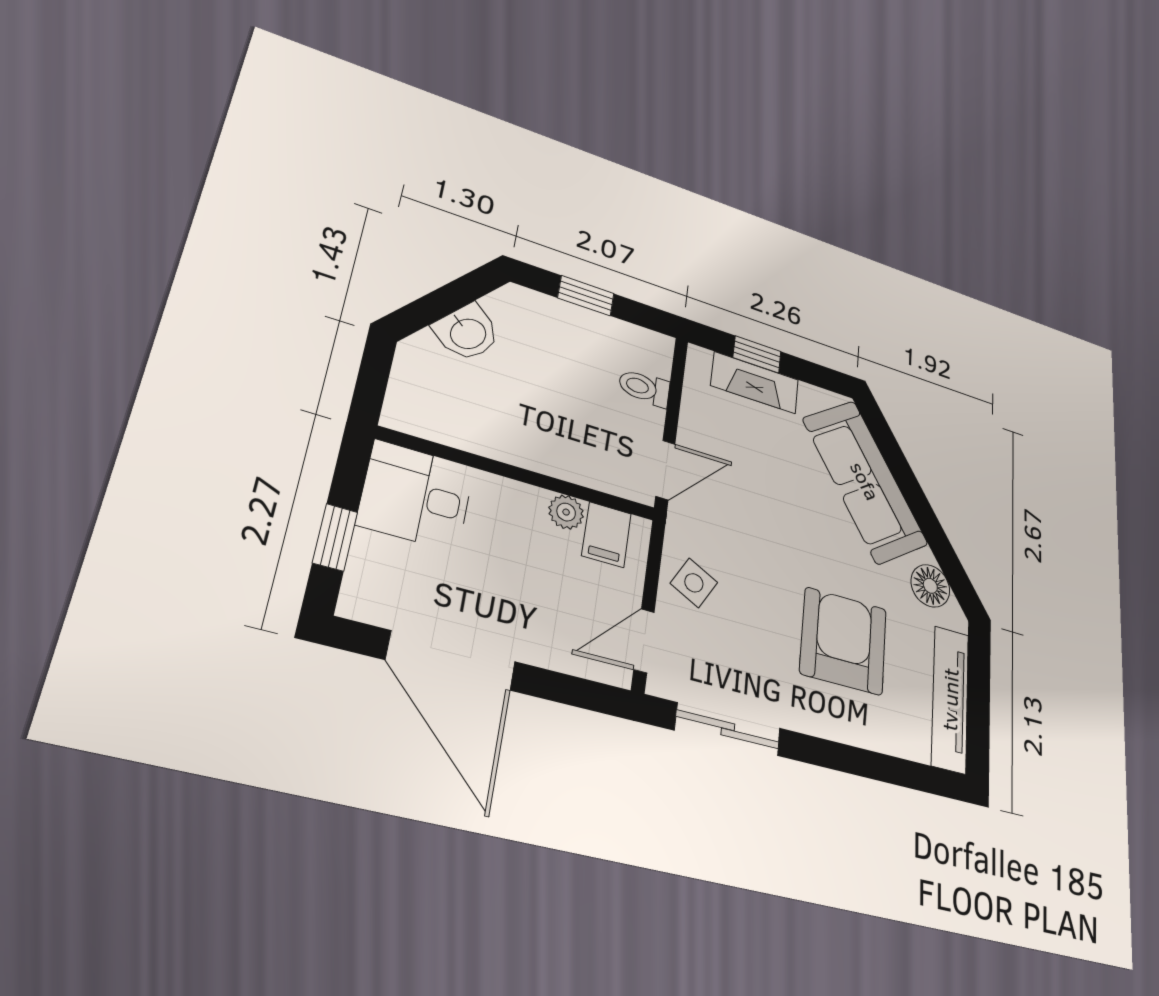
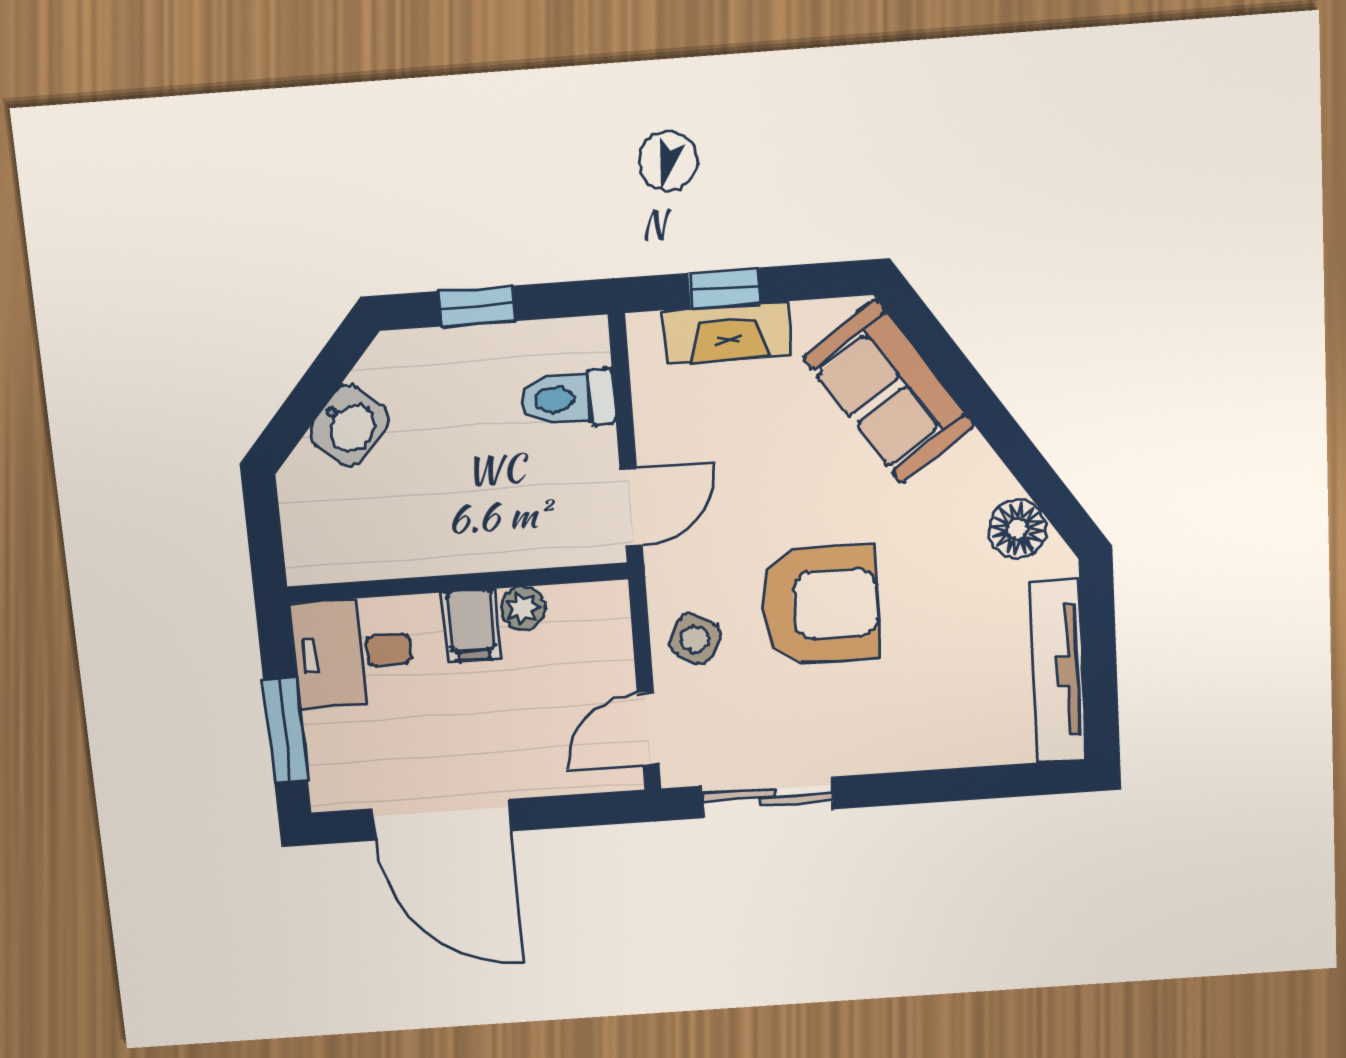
toilet: (644, 388) -> (568, 399), width x1.37, depth x1.39
sofa: (865, 481) -> (889, 392), width x0.73
filing cabinet: (606, 535) -> (472, 626), moved
window: (335, 537) -> (286, 730), width x1.50
armchair: (844, 641) -> (819, 605), moved, turned 90

